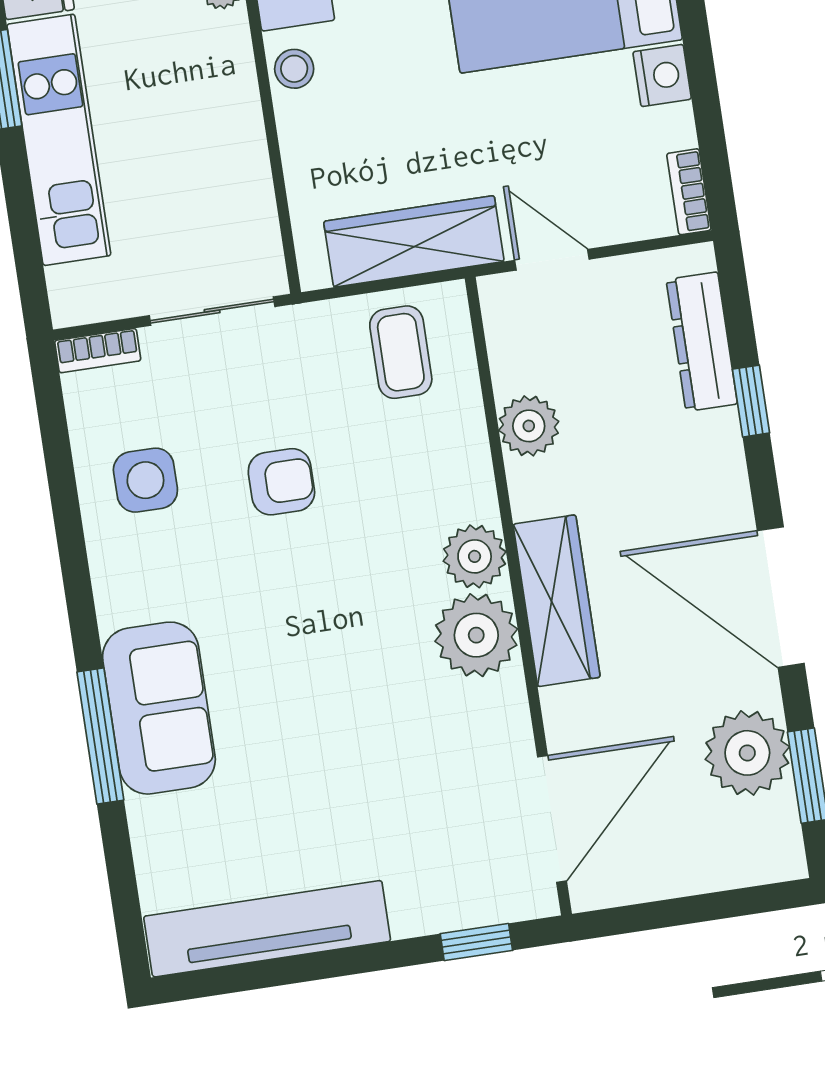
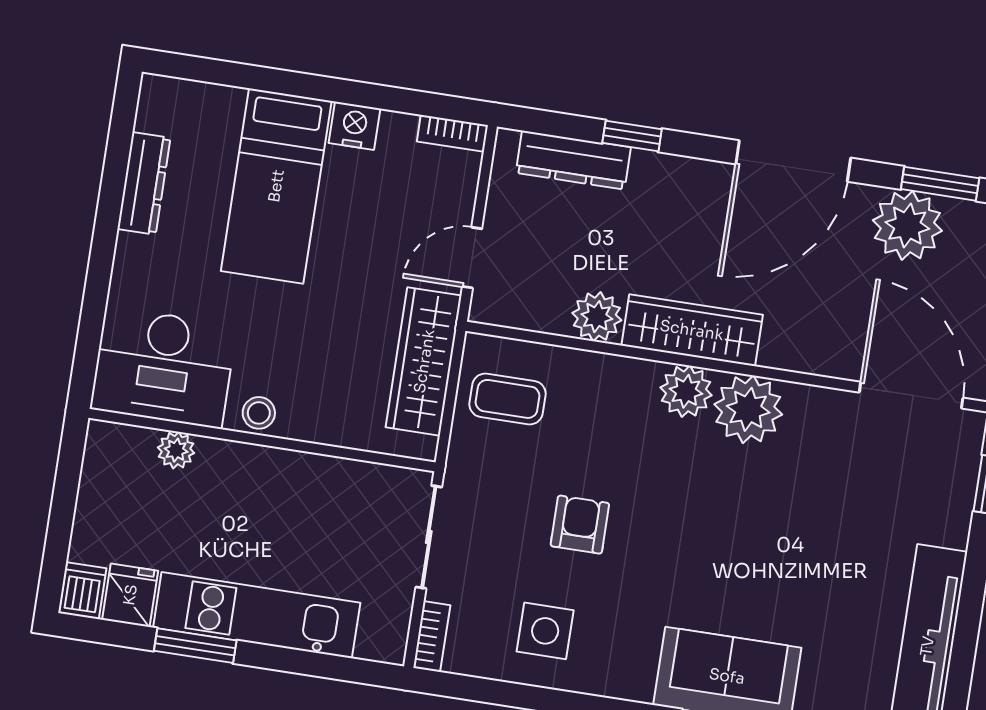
wardrobe: (557, 601) -> (692, 330), moved

